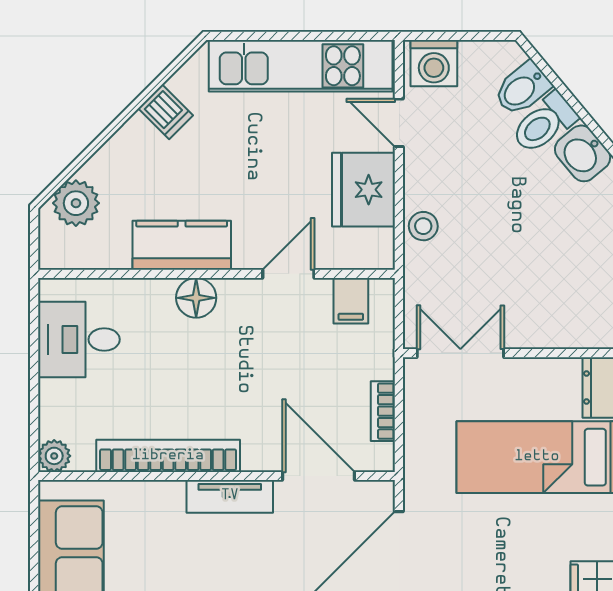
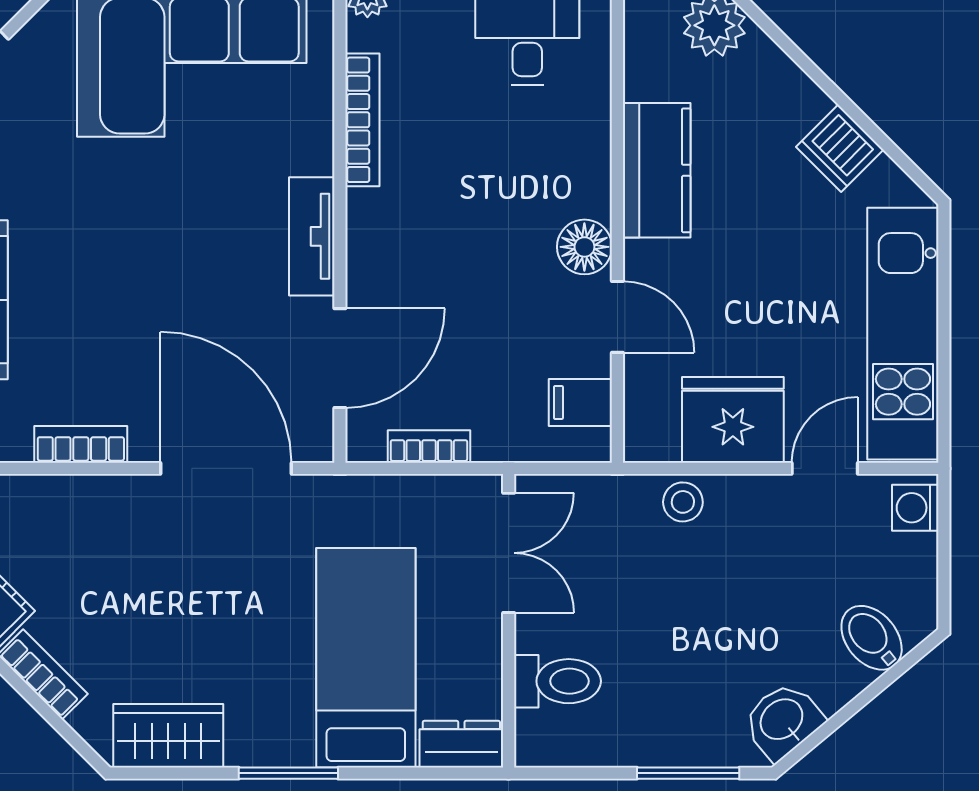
washing machine: (434, 63) -> (915, 508), width x0.73, depth x0.73
dishwasher: (166, 112) -> (840, 148), width x1.38
toilet: (544, 123) -> (557, 681), moved, turned 130
floor lamp: (196, 298) -> (584, 247), moved
bookcase: (168, 456) -> (362, 120), width x0.68, depth x0.76

